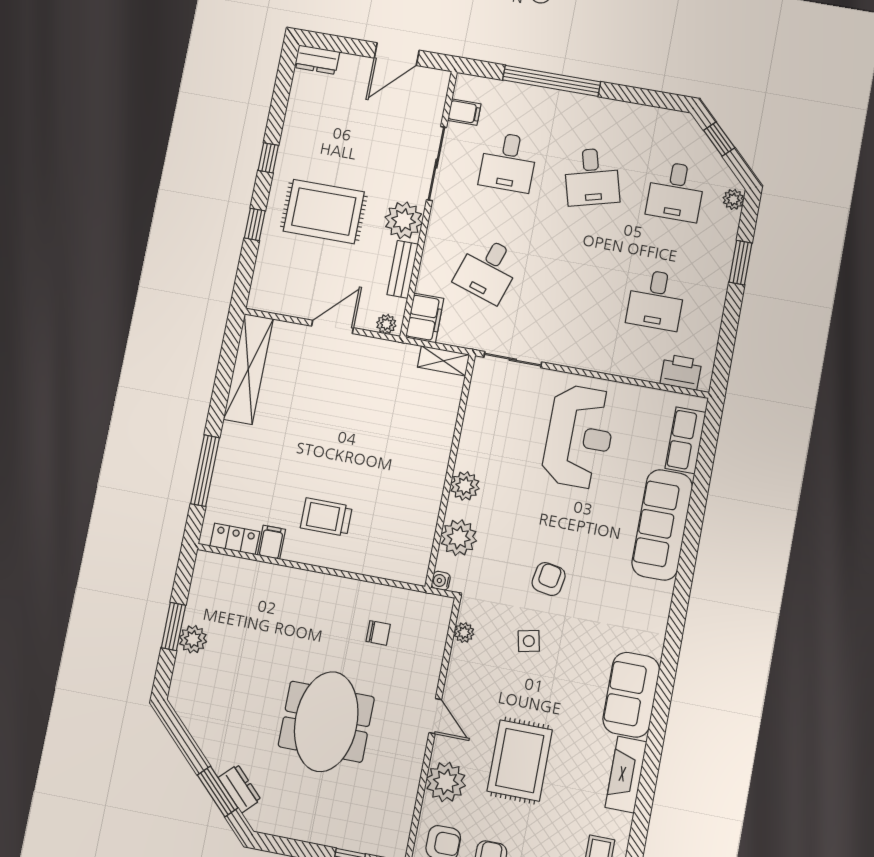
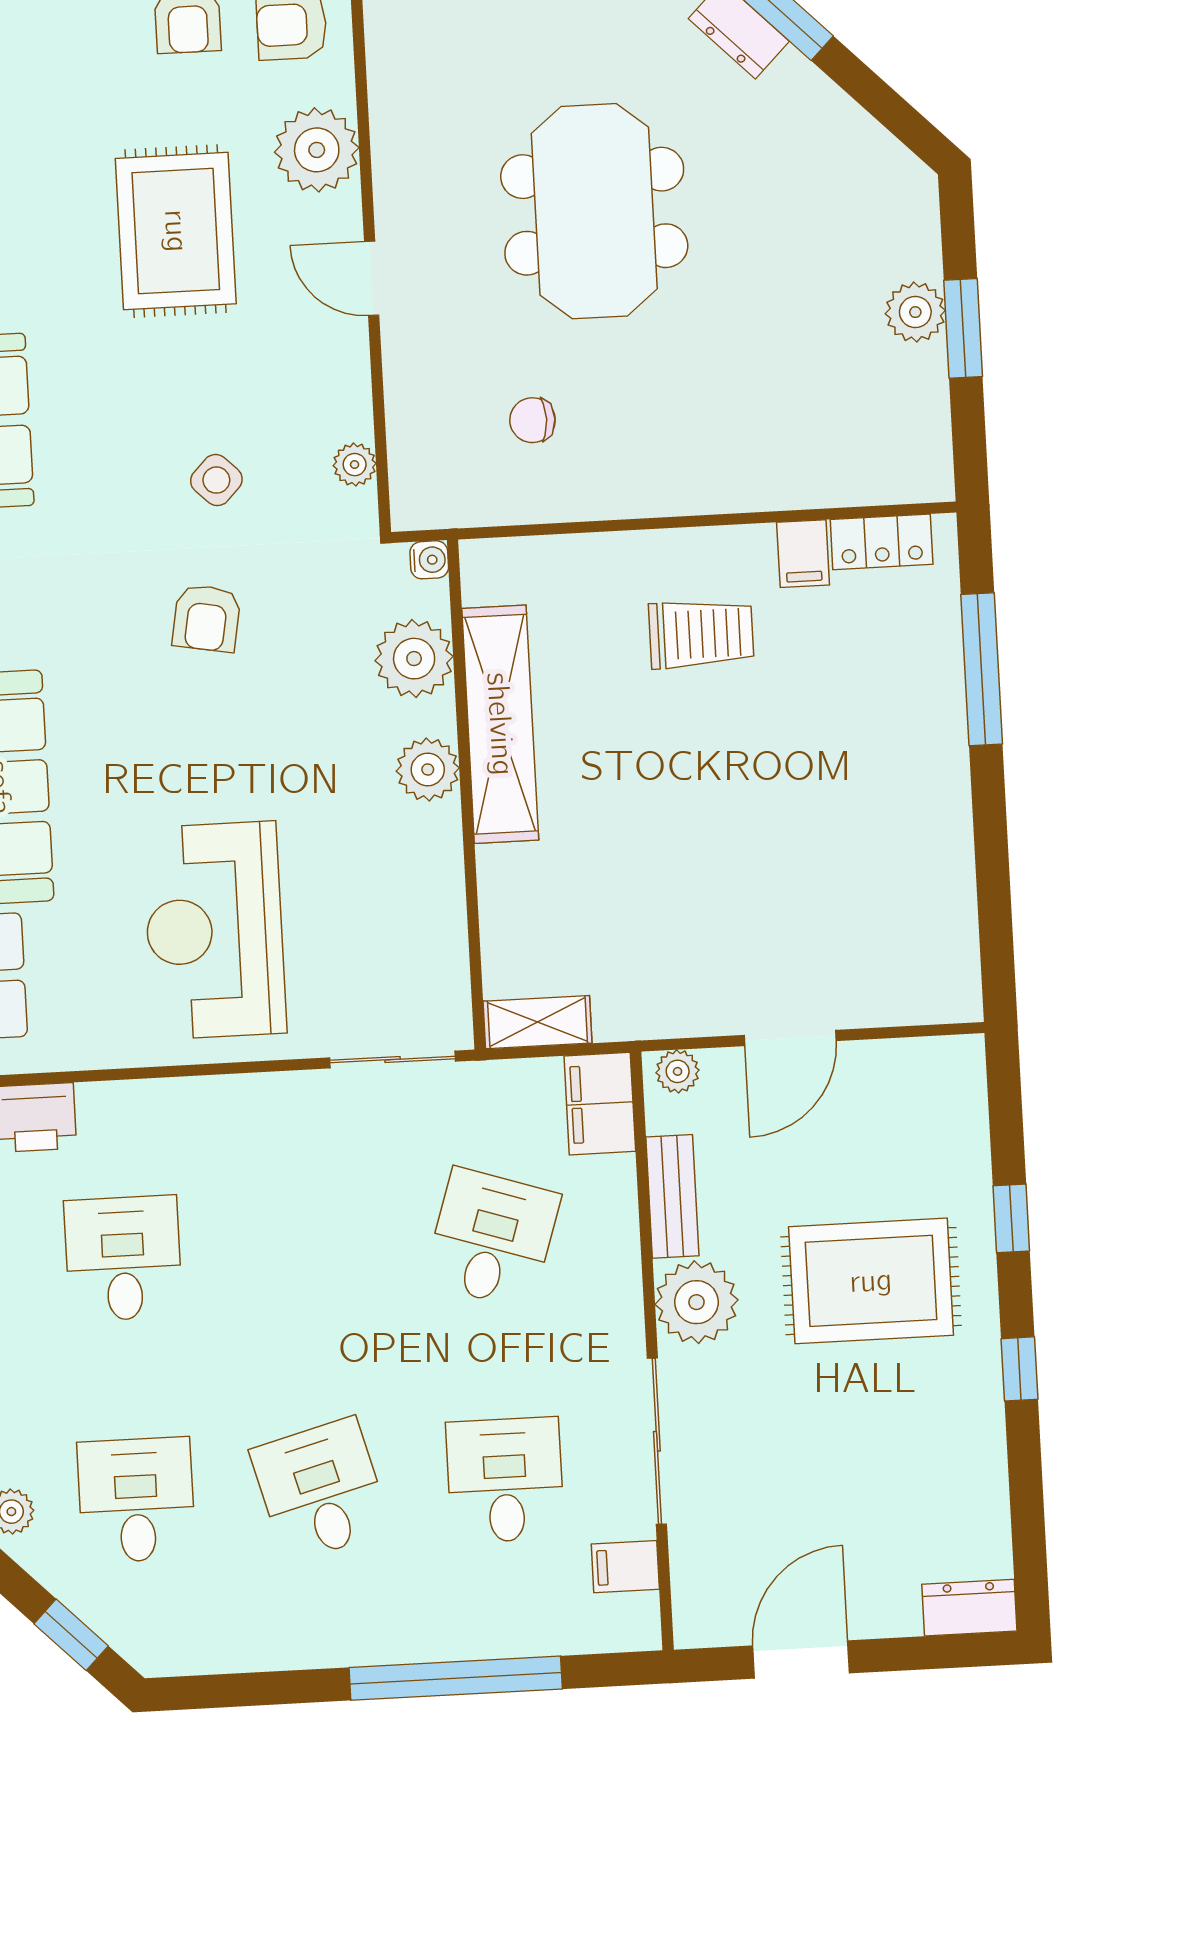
shelving: (248, 369) -> (500, 724), moved
side table: (529, 641) -> (216, 480), turned -34

